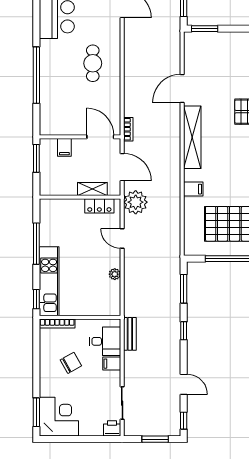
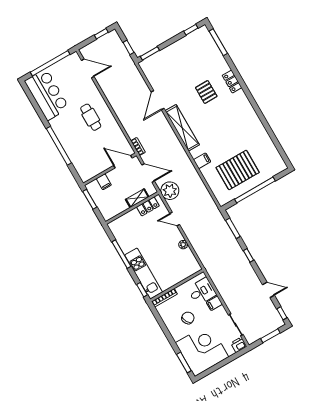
bench: (130, 334) -> (215, 277), removed
corner desk: (59, 417) -> (202, 350), width x1.36, depth x1.36

